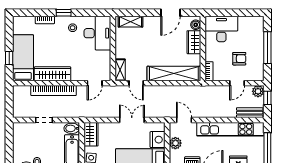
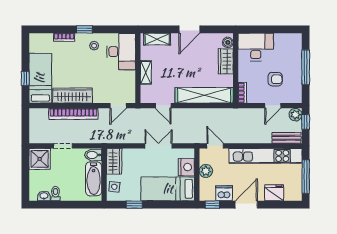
door: (171, 13) -> (189, 29), moved
shelving: (120, 70) -> (146, 72), moved
shower: (22, 132) -> (40, 159), added

